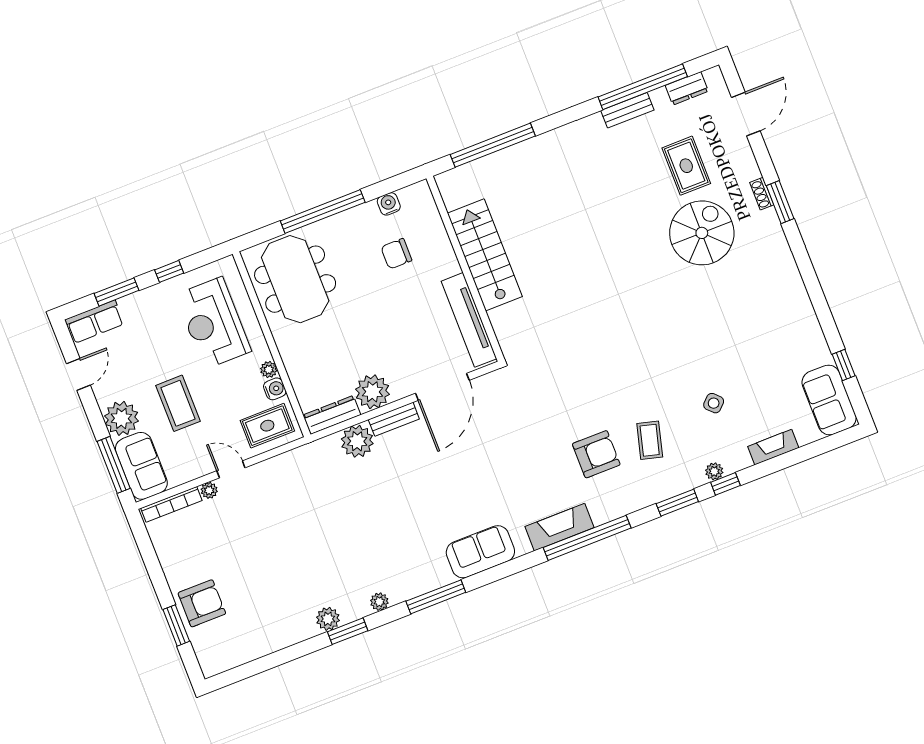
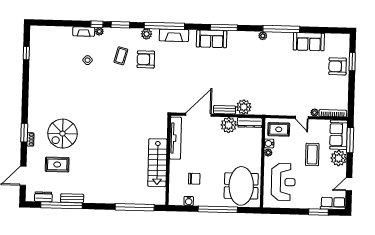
rug: (686, 166) -> (57, 165), turned 90
window: (169, 271) -> (293, 211), removed
sofa: (829, 400) -> (309, 42), moved, turned 90
fireplace: (773, 447) -> (84, 32), moved
window: (436, 597) -> (224, 28), moved
plant: (328, 619) -> (147, 34), moved
window: (348, 631) -> (281, 29), width x2.11

